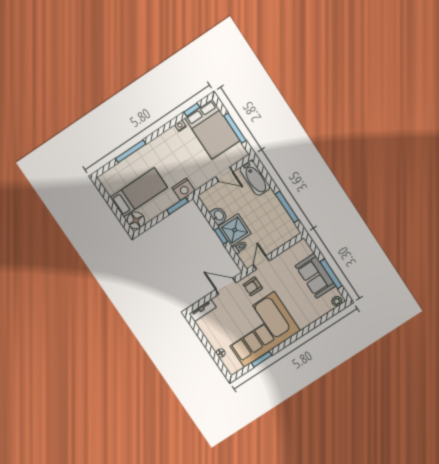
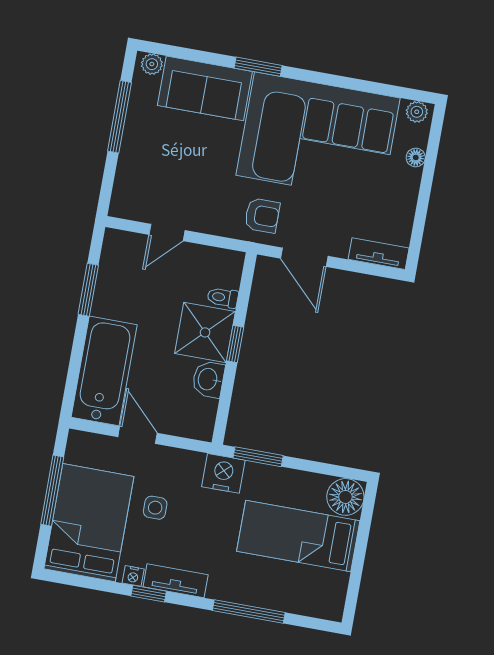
window: (192, 110) -> (149, 594), moved
tv unit: (165, 138) -> (176, 581), added
side table: (195, 156) -> (155, 508), added
bathtub: (255, 178) -> (104, 371), width x1.36, depth x1.36
window: (287, 207) -> (88, 290), width x0.69
door: (261, 263) -> (167, 232), moved
sofa: (315, 276) -> (205, 88), moved, turned 90
window: (262, 359) -> (258, 67), moved
plant: (235, 368) -> (417, 112), added

